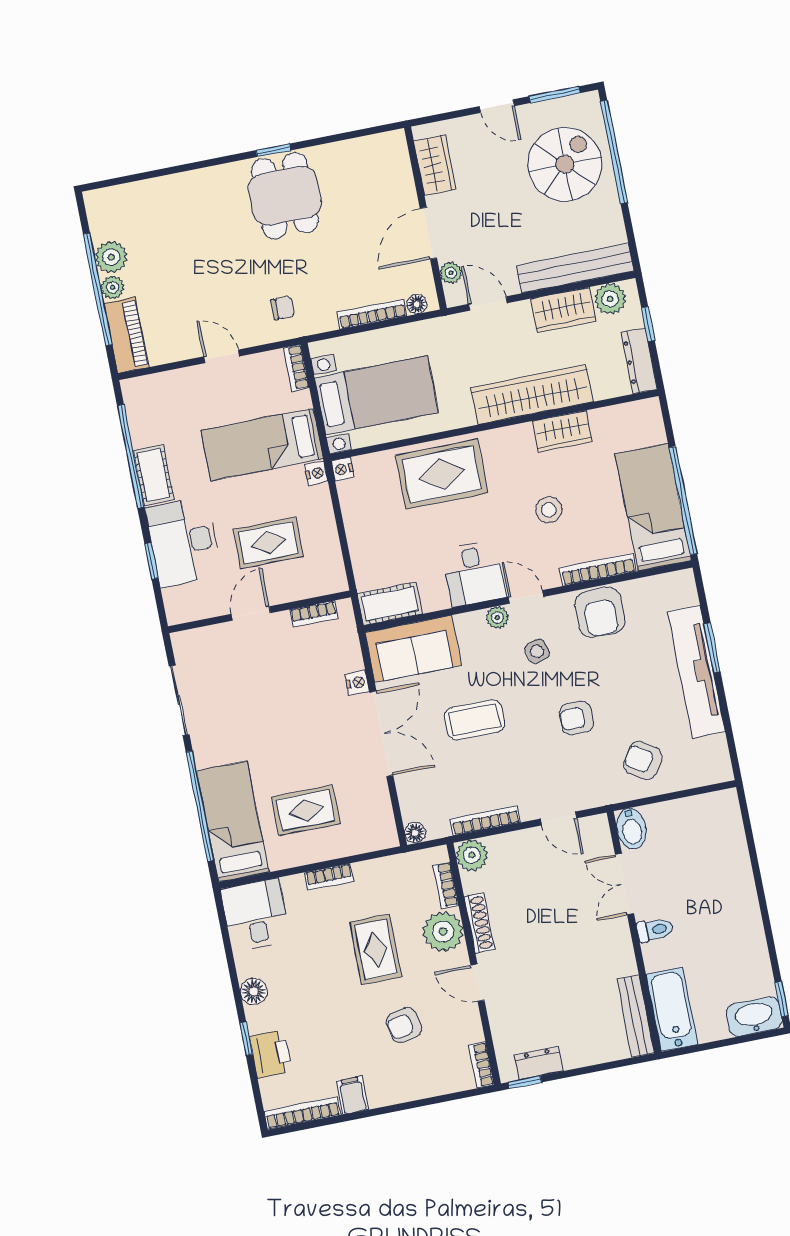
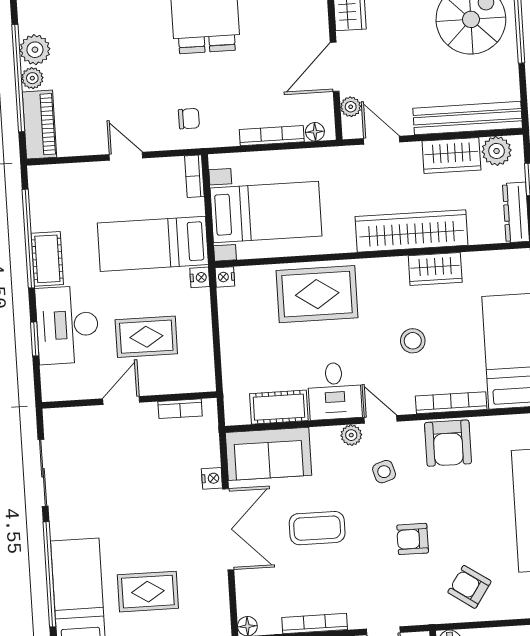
cot: (390, 604) -> (279, 407), moved

